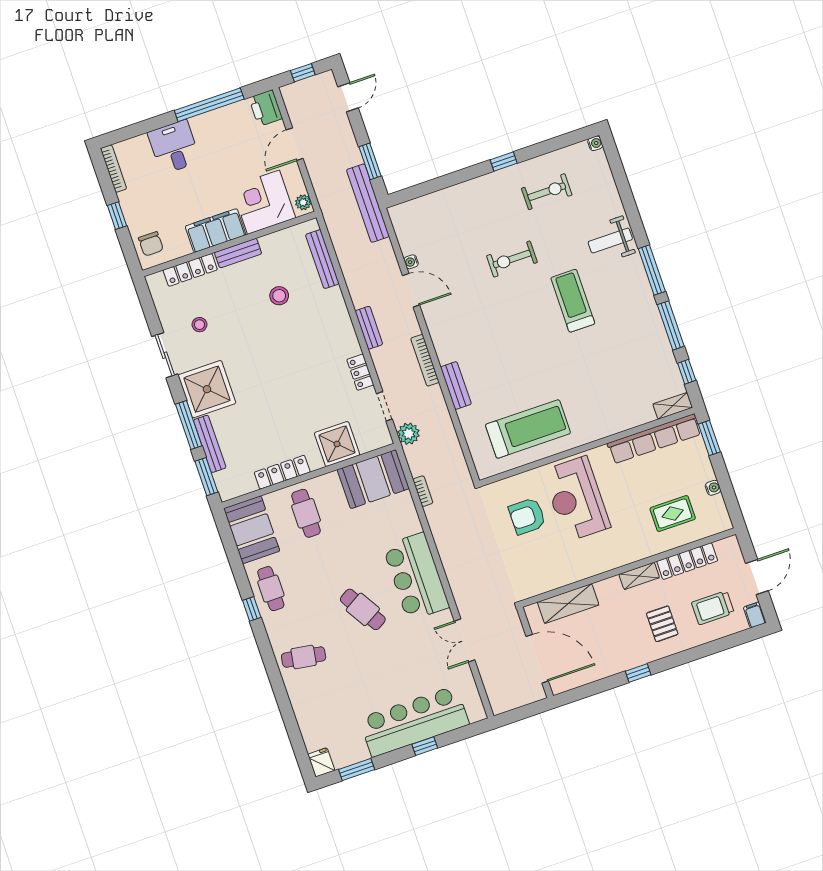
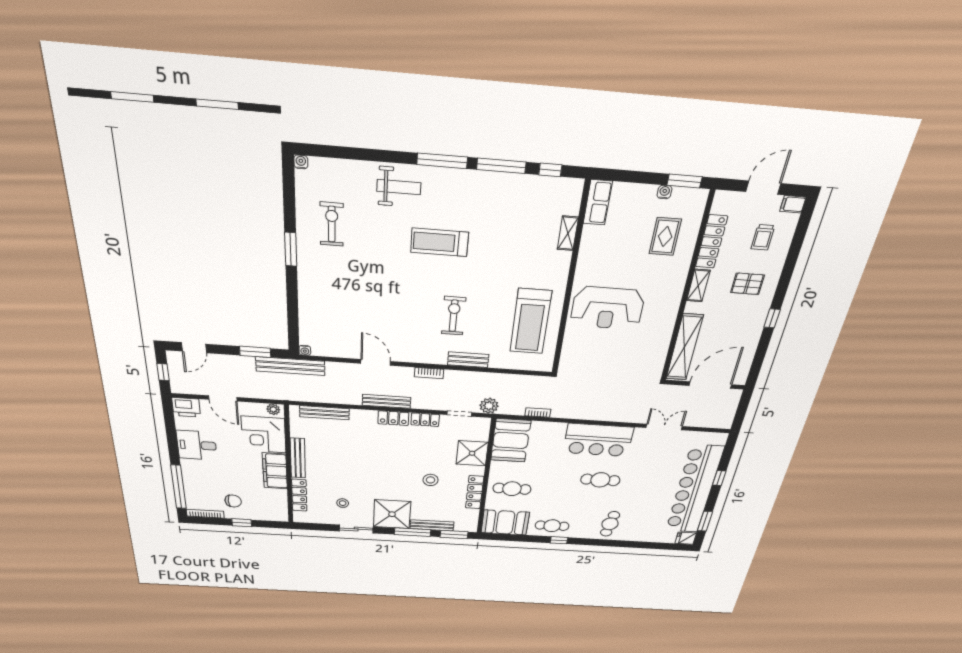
door: (348, 97) -> (194, 348), swing flipped
window: (209, 105) -> (178, 487), moved
desk: (174, 147) -> (197, 445), moved
window: (504, 161) -> (291, 249), width x1.50
weight bench: (610, 241) -> (399, 187), turned -90
chair: (151, 244) -> (233, 501), moved
bench: (238, 253) -> (298, 458), width x1.36
exercise bike: (512, 259) -> (454, 316), moved, turned 180
water cooler: (411, 262) -> (305, 350), moved
door: (411, 290) -> (376, 362), hinge flipped
stool: (279, 296) -> (430, 480), moved
bench: (369, 328) -> (387, 401), width x1.36
locker: (347, 337) -> (393, 418), added
bookcase: (425, 360) -> (429, 373), width x0.64
shelving: (673, 406) -> (568, 233), moved
treadmill: (528, 429) -> (531, 321), turned 180
window: (709, 438) -> (685, 181), moved
row of seats: (654, 439) -> (598, 202), width x0.50
armchair: (527, 516) -> (599, 349), removed
door: (757, 577) -> (763, 188), hinge flipped
shelving: (568, 603) -> (684, 347), width x1.47
trolley: (713, 608) -> (763, 237), width x0.73, depth x0.72
cafe table: (363, 609) -> (600, 480), turned 31
double door: (465, 640) -> (664, 427), swing flipped
bar counter: (414, 721) -> (694, 490), width x1.36

